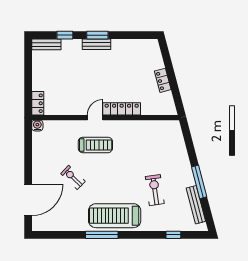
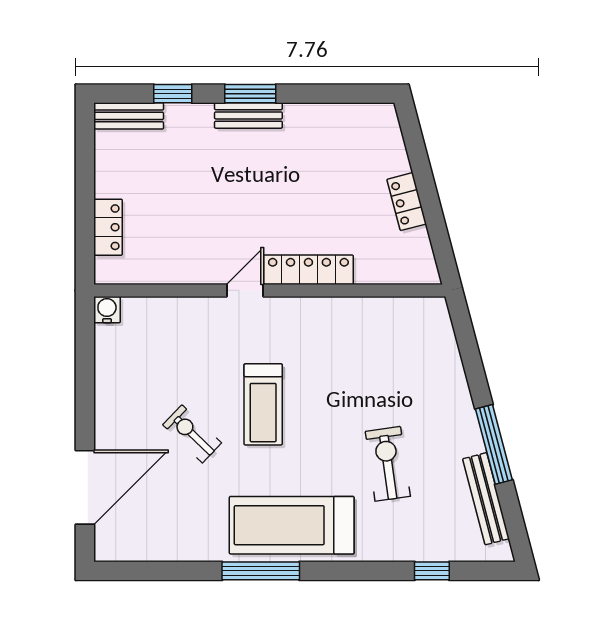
locker: (38, 103) -> (108, 227), moved
treadmill: (95, 145) -> (263, 404), moved, turned 90

